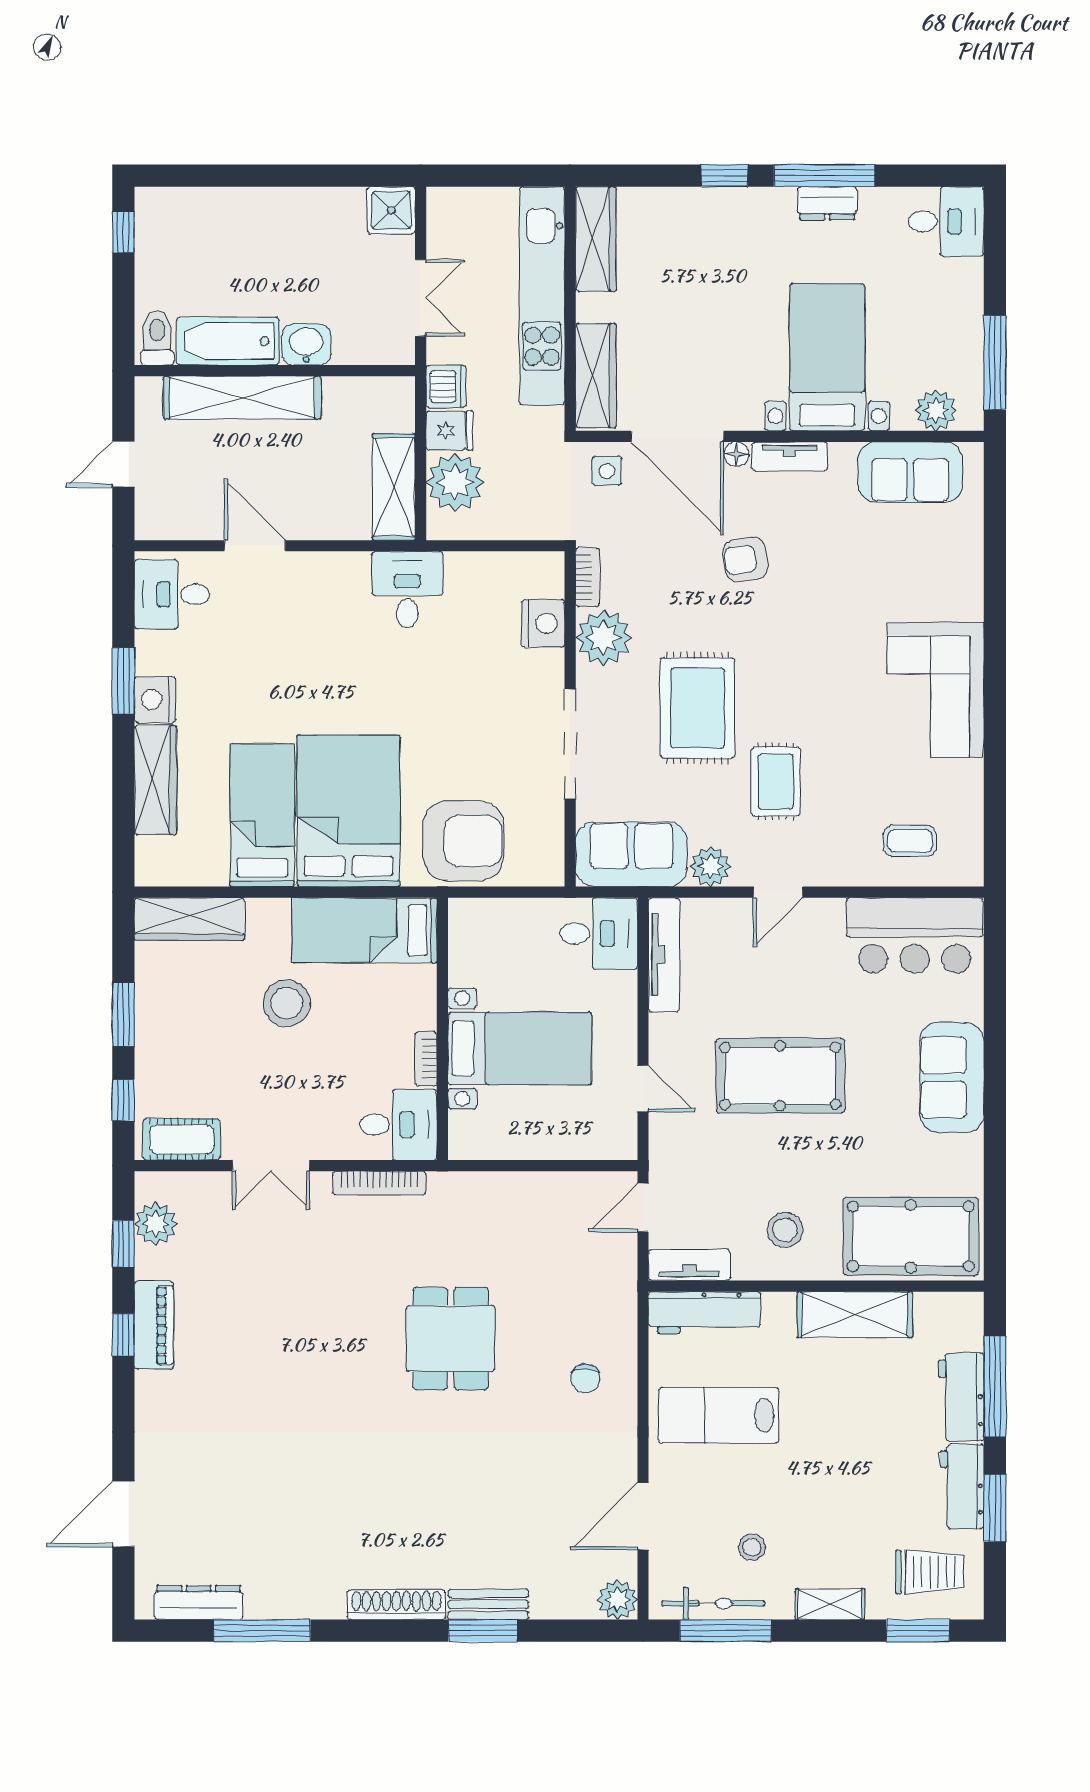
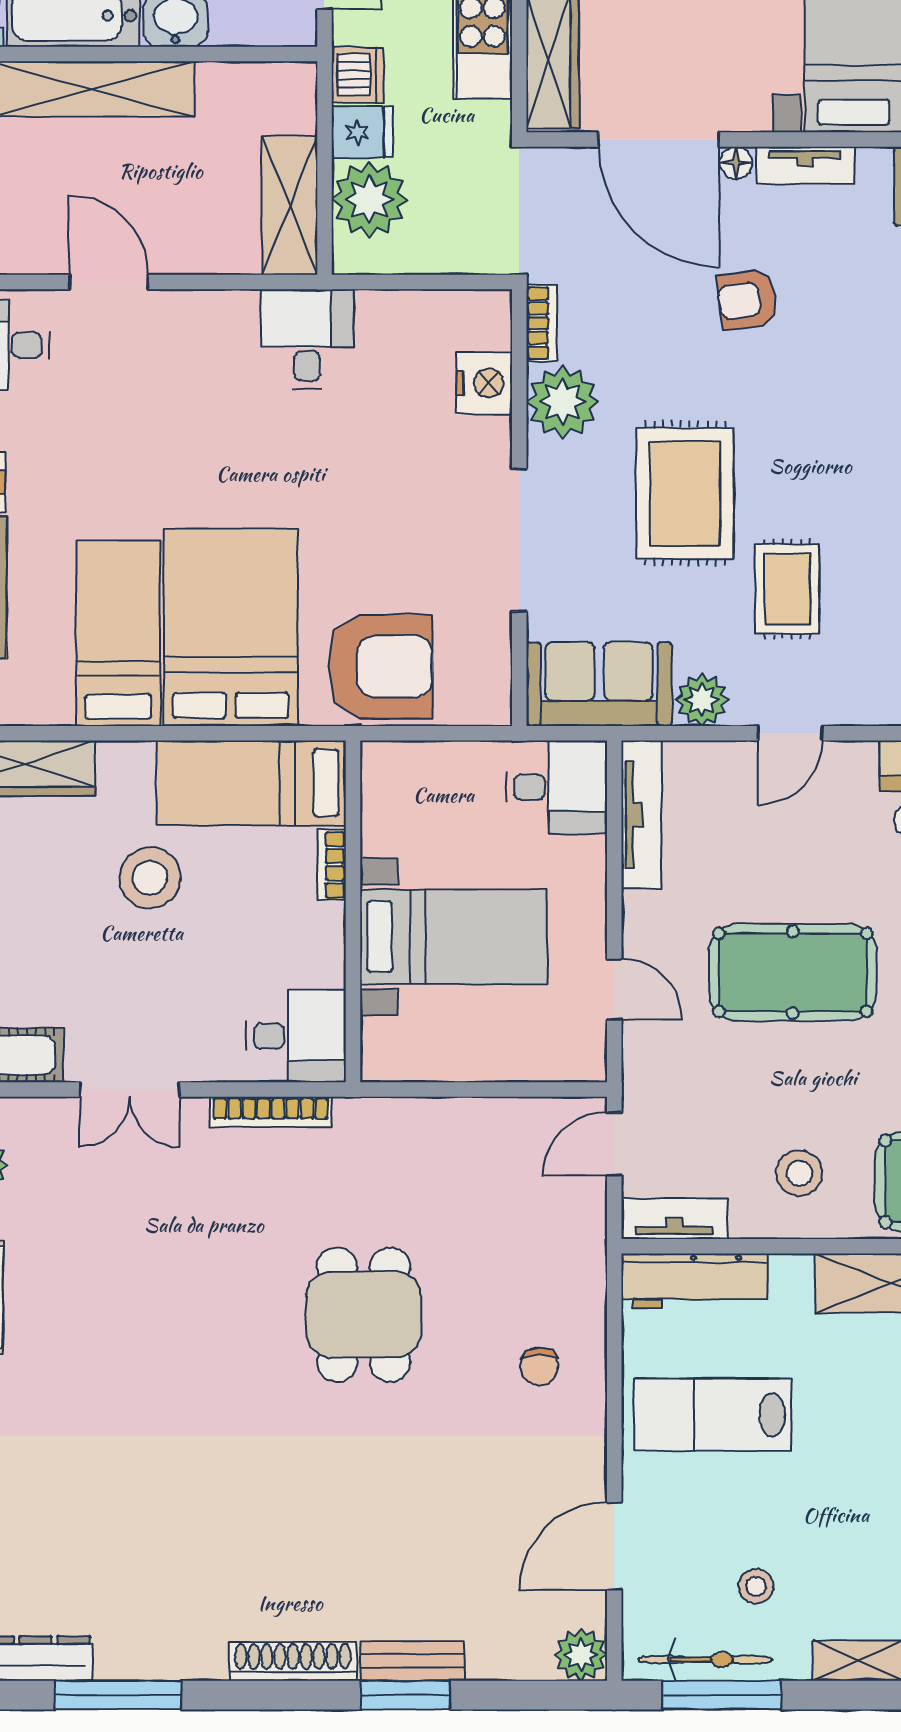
side table: (607, 471) -> (567, 185), removed
bookcase: (426, 1059) -> (332, 865), moved

